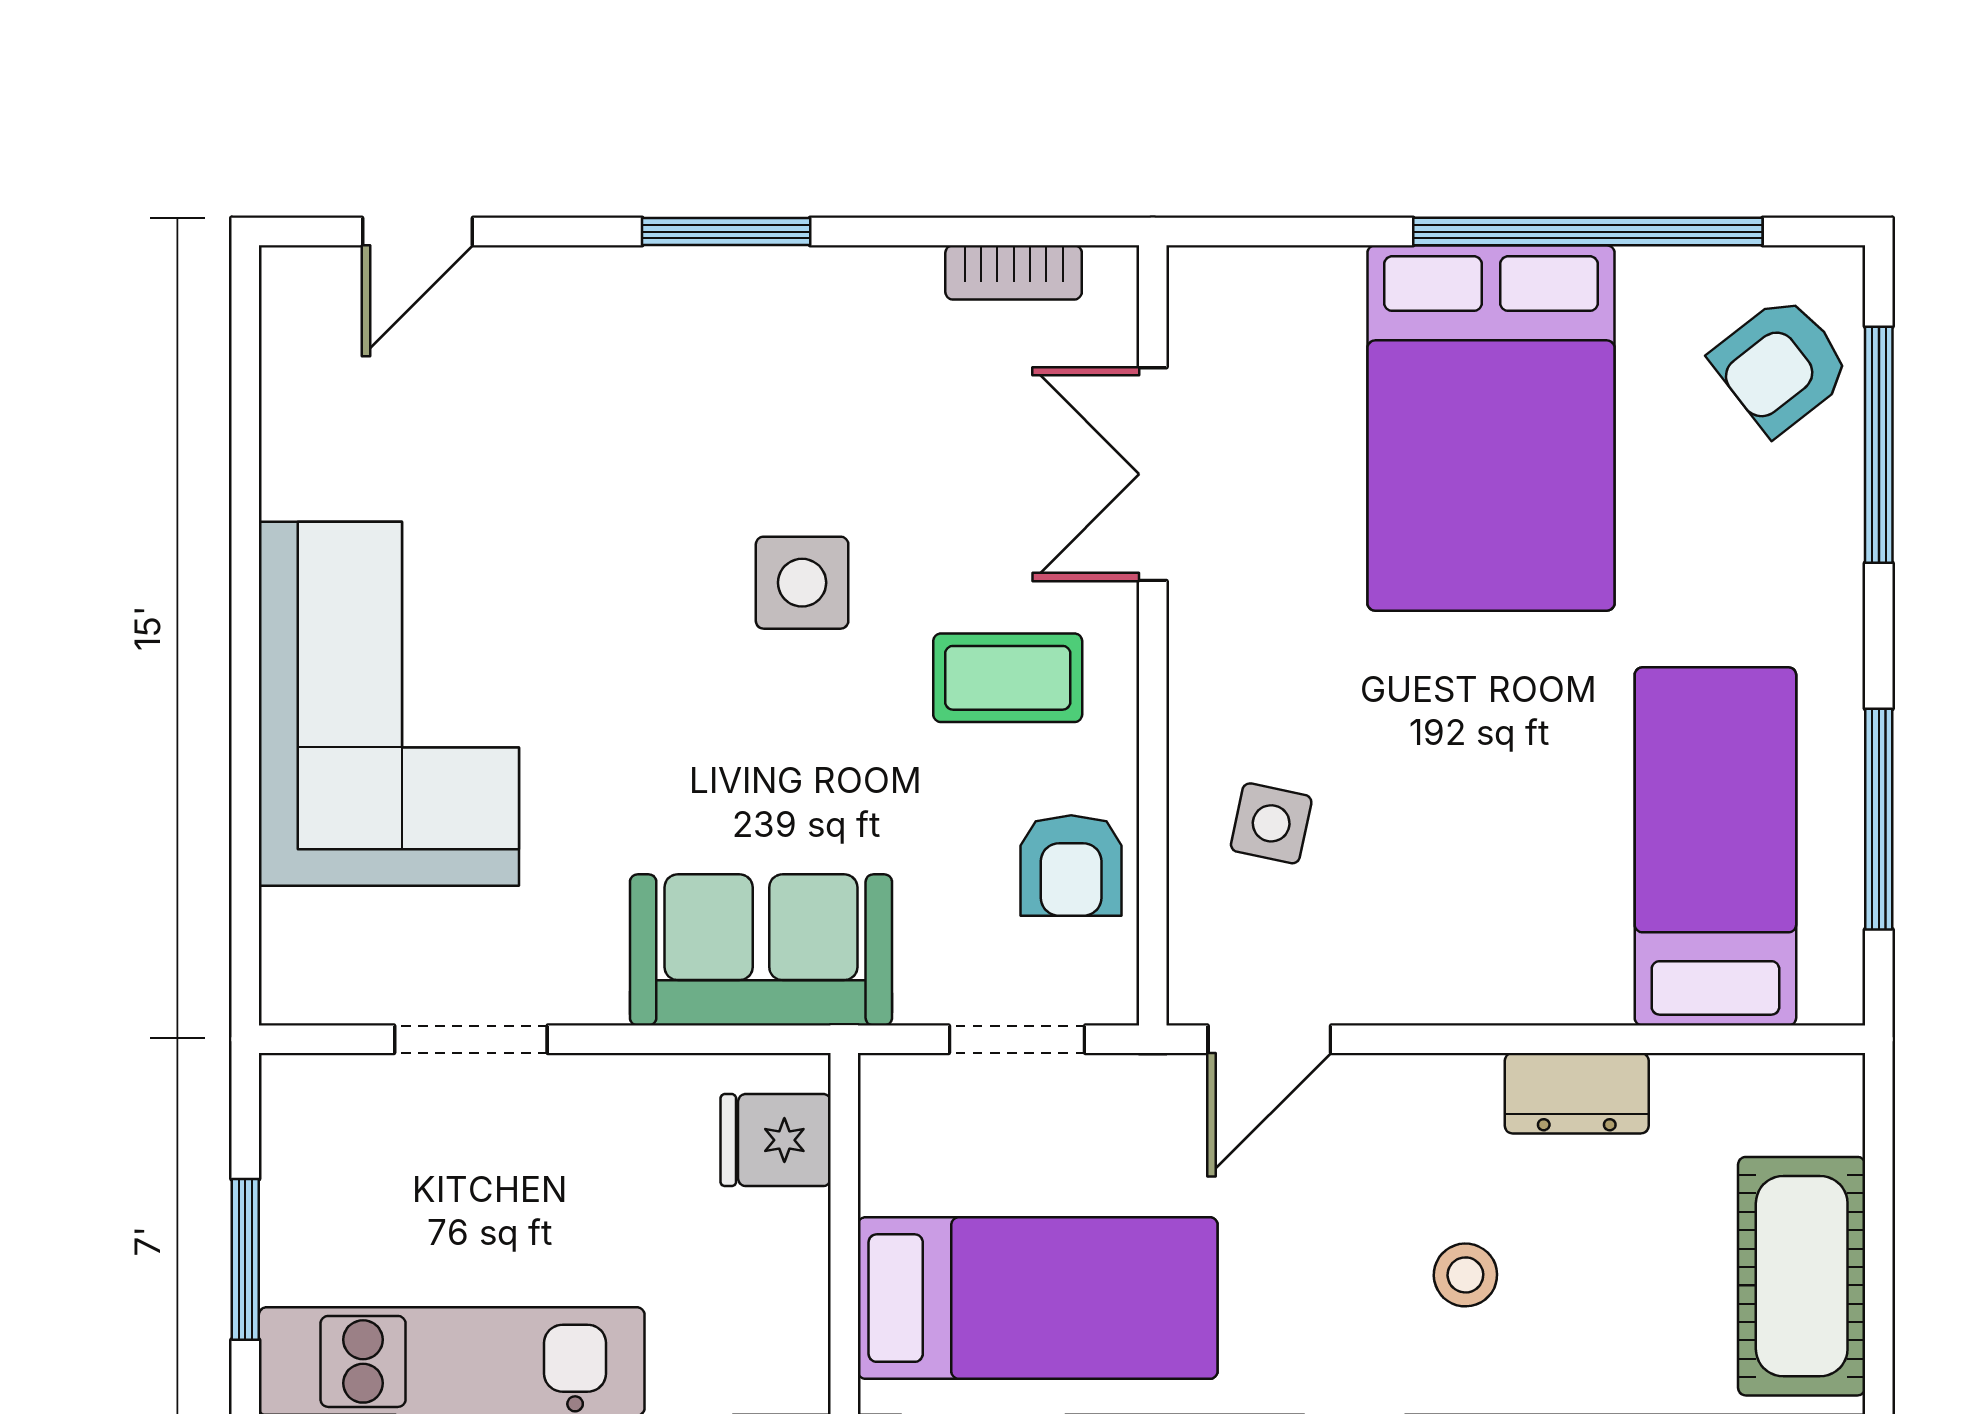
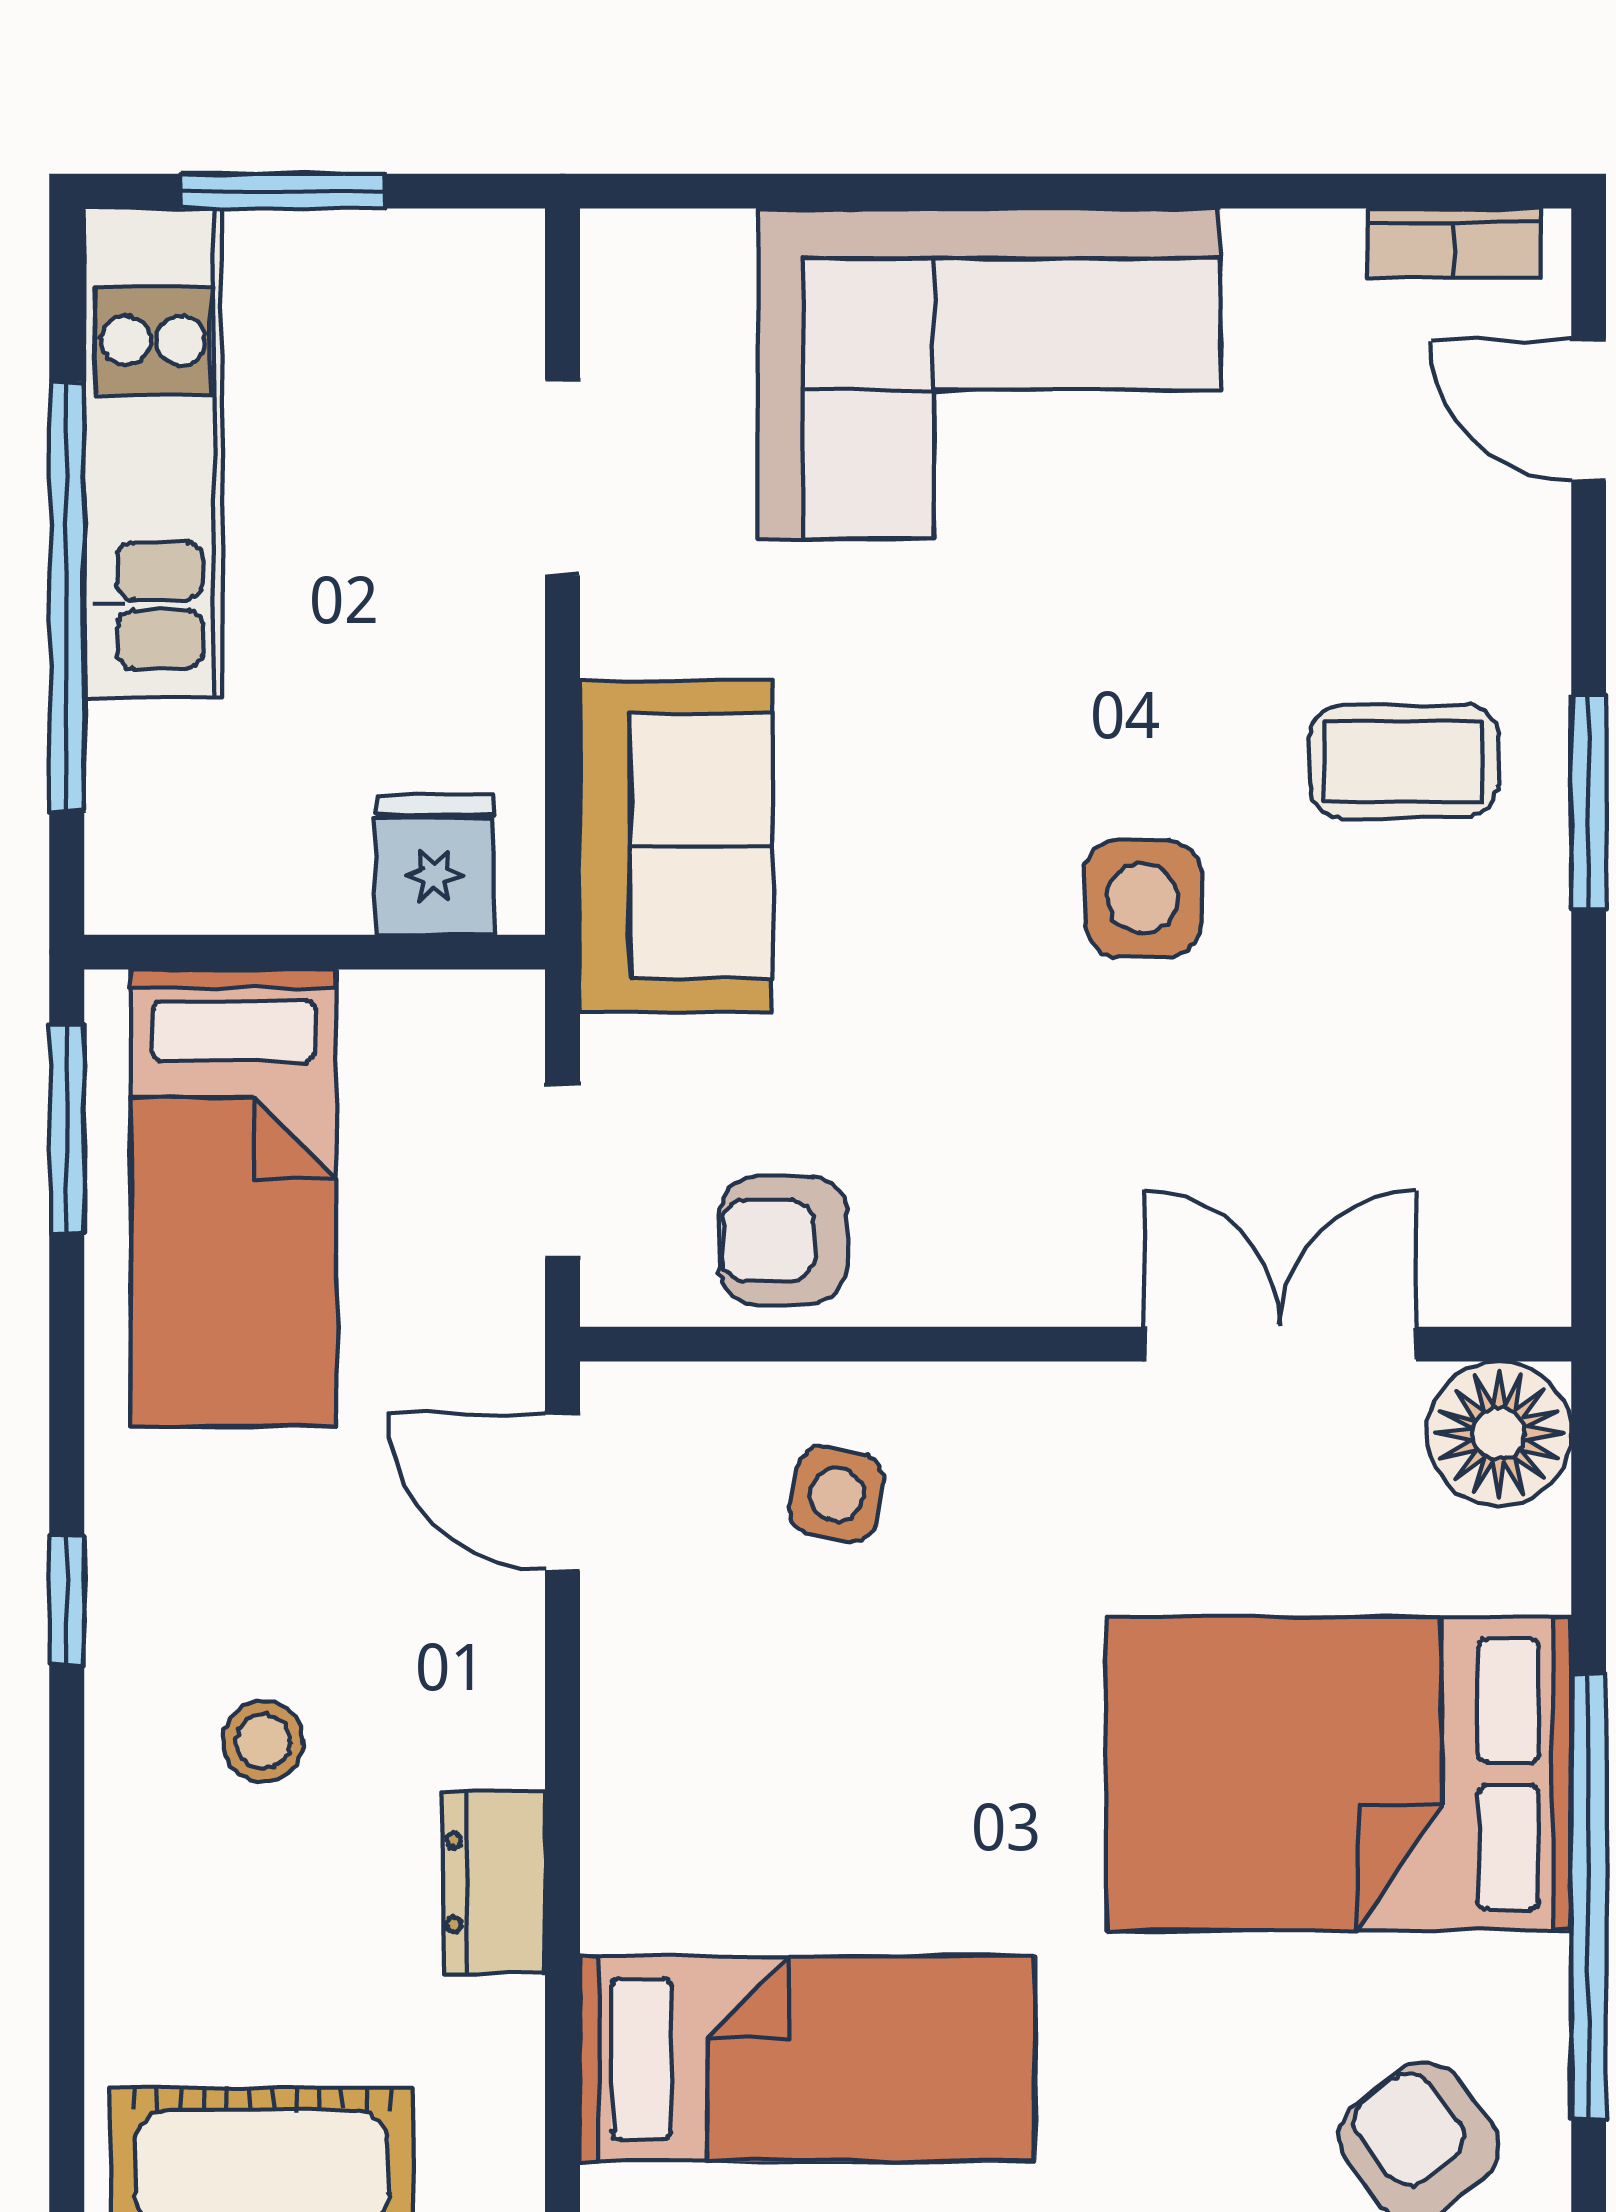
bookcase: (1014, 272) -> (1454, 243), moved, turned -90
floor lamp: (1223, 302) -> (1499, 1434), added
coffee table: (1008, 678) -> (1403, 761), moved, turned 90

